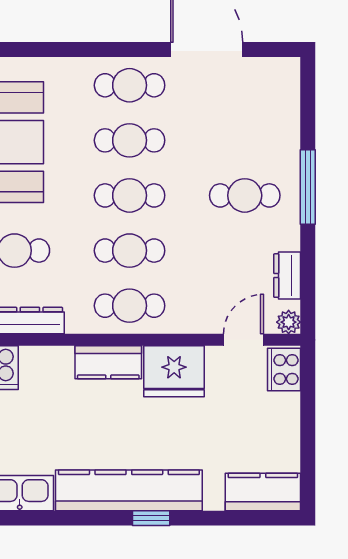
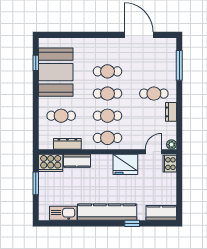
cafe table: (130, 85) -> (107, 49), removed
window: (308, 187) -> (179, 65), moved
dresser: (287, 276) -> (171, 112), moved
kitchen counter: (108, 362) -> (77, 161), moved
window: (151, 518) -> (132, 223), moved

